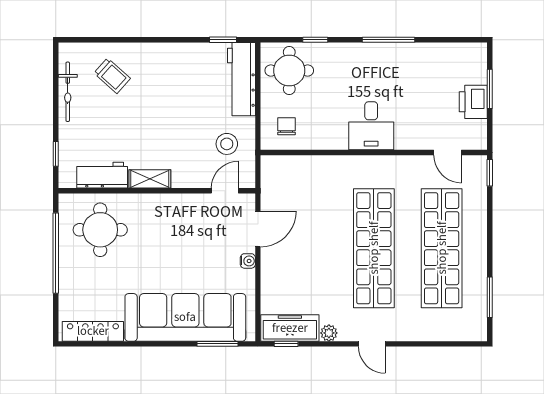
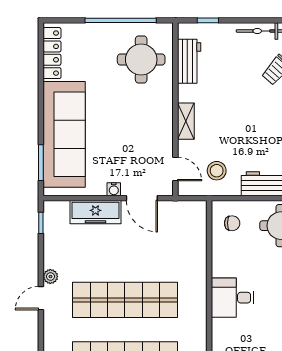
shelving: (150, 179) -> (186, 121), moved
freezer: (290, 328) -> (95, 212), moved, turned 90
plant: (329, 333) -> (50, 276), moved

